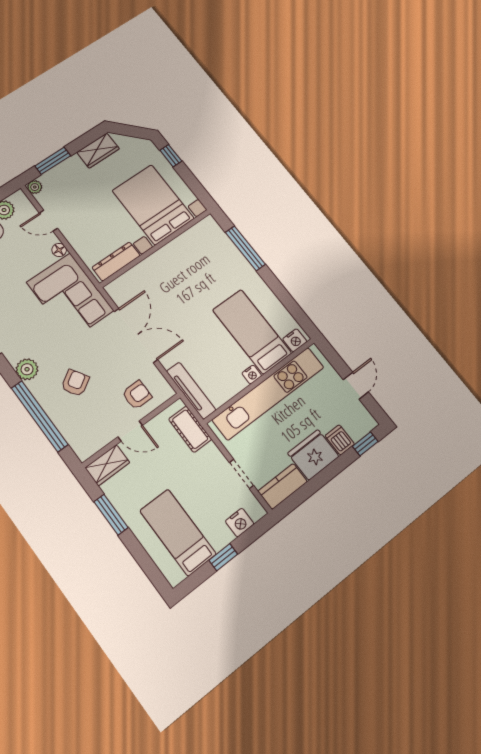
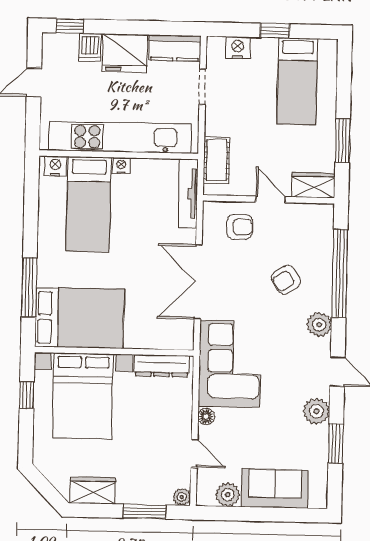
window: (171, 156) -> (27, 395), moved
bed: (196, 253) -> (79, 318), added
armchair: (137, 395) -> (240, 227), turned 180

